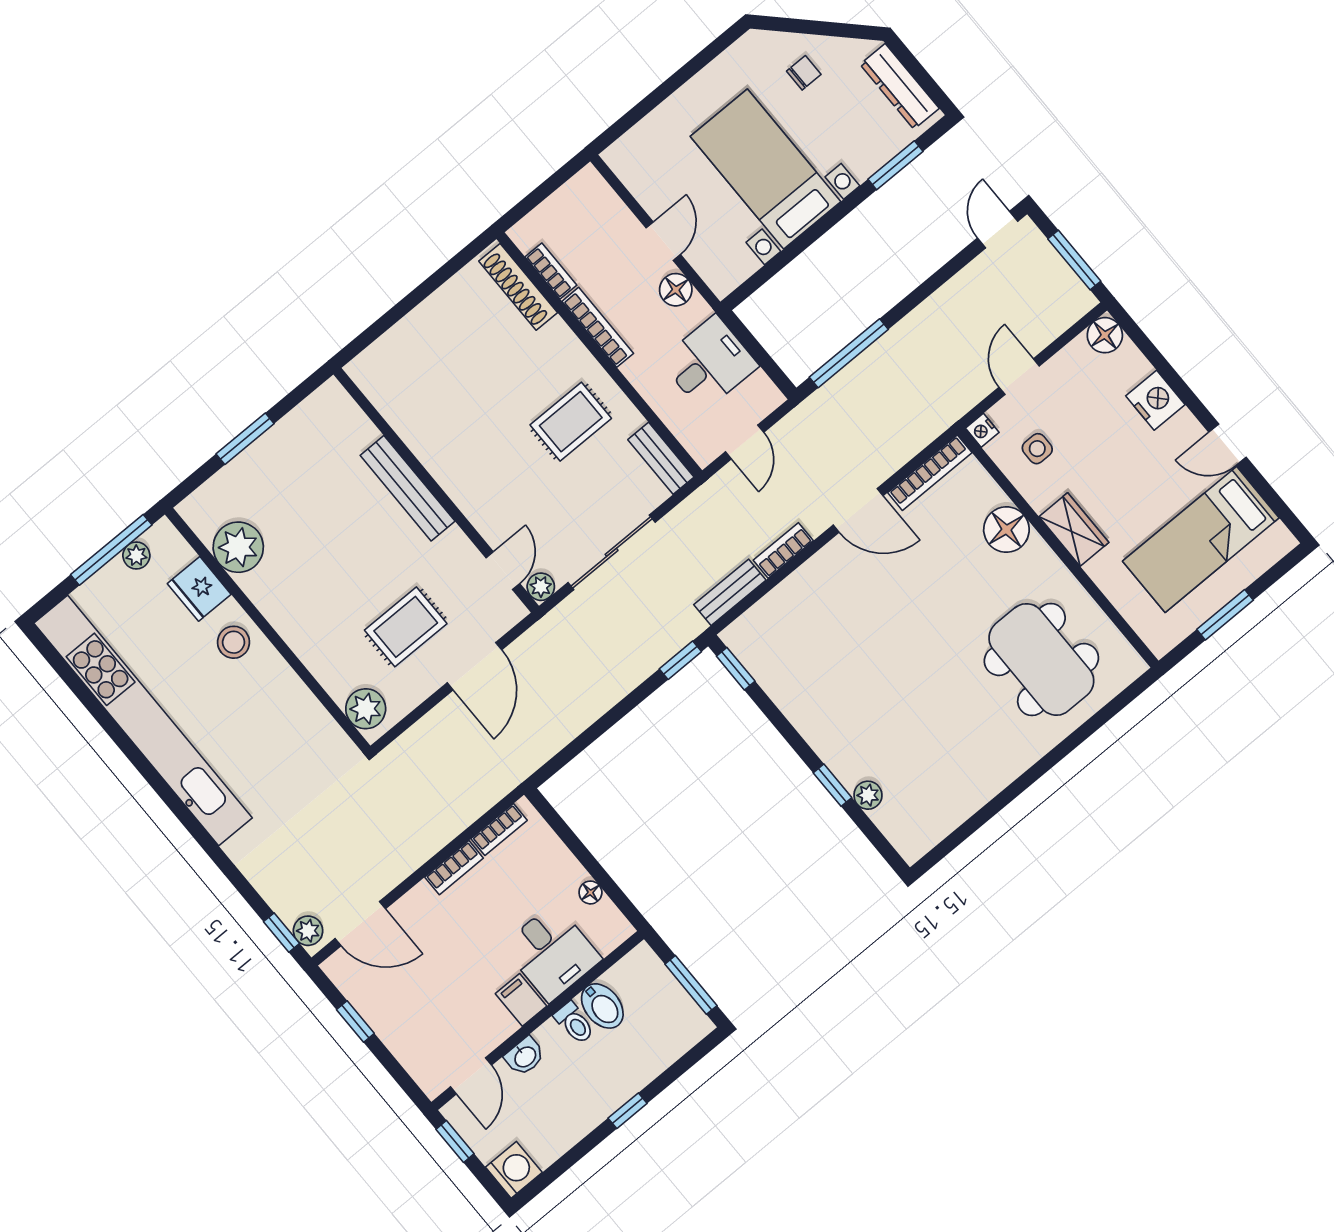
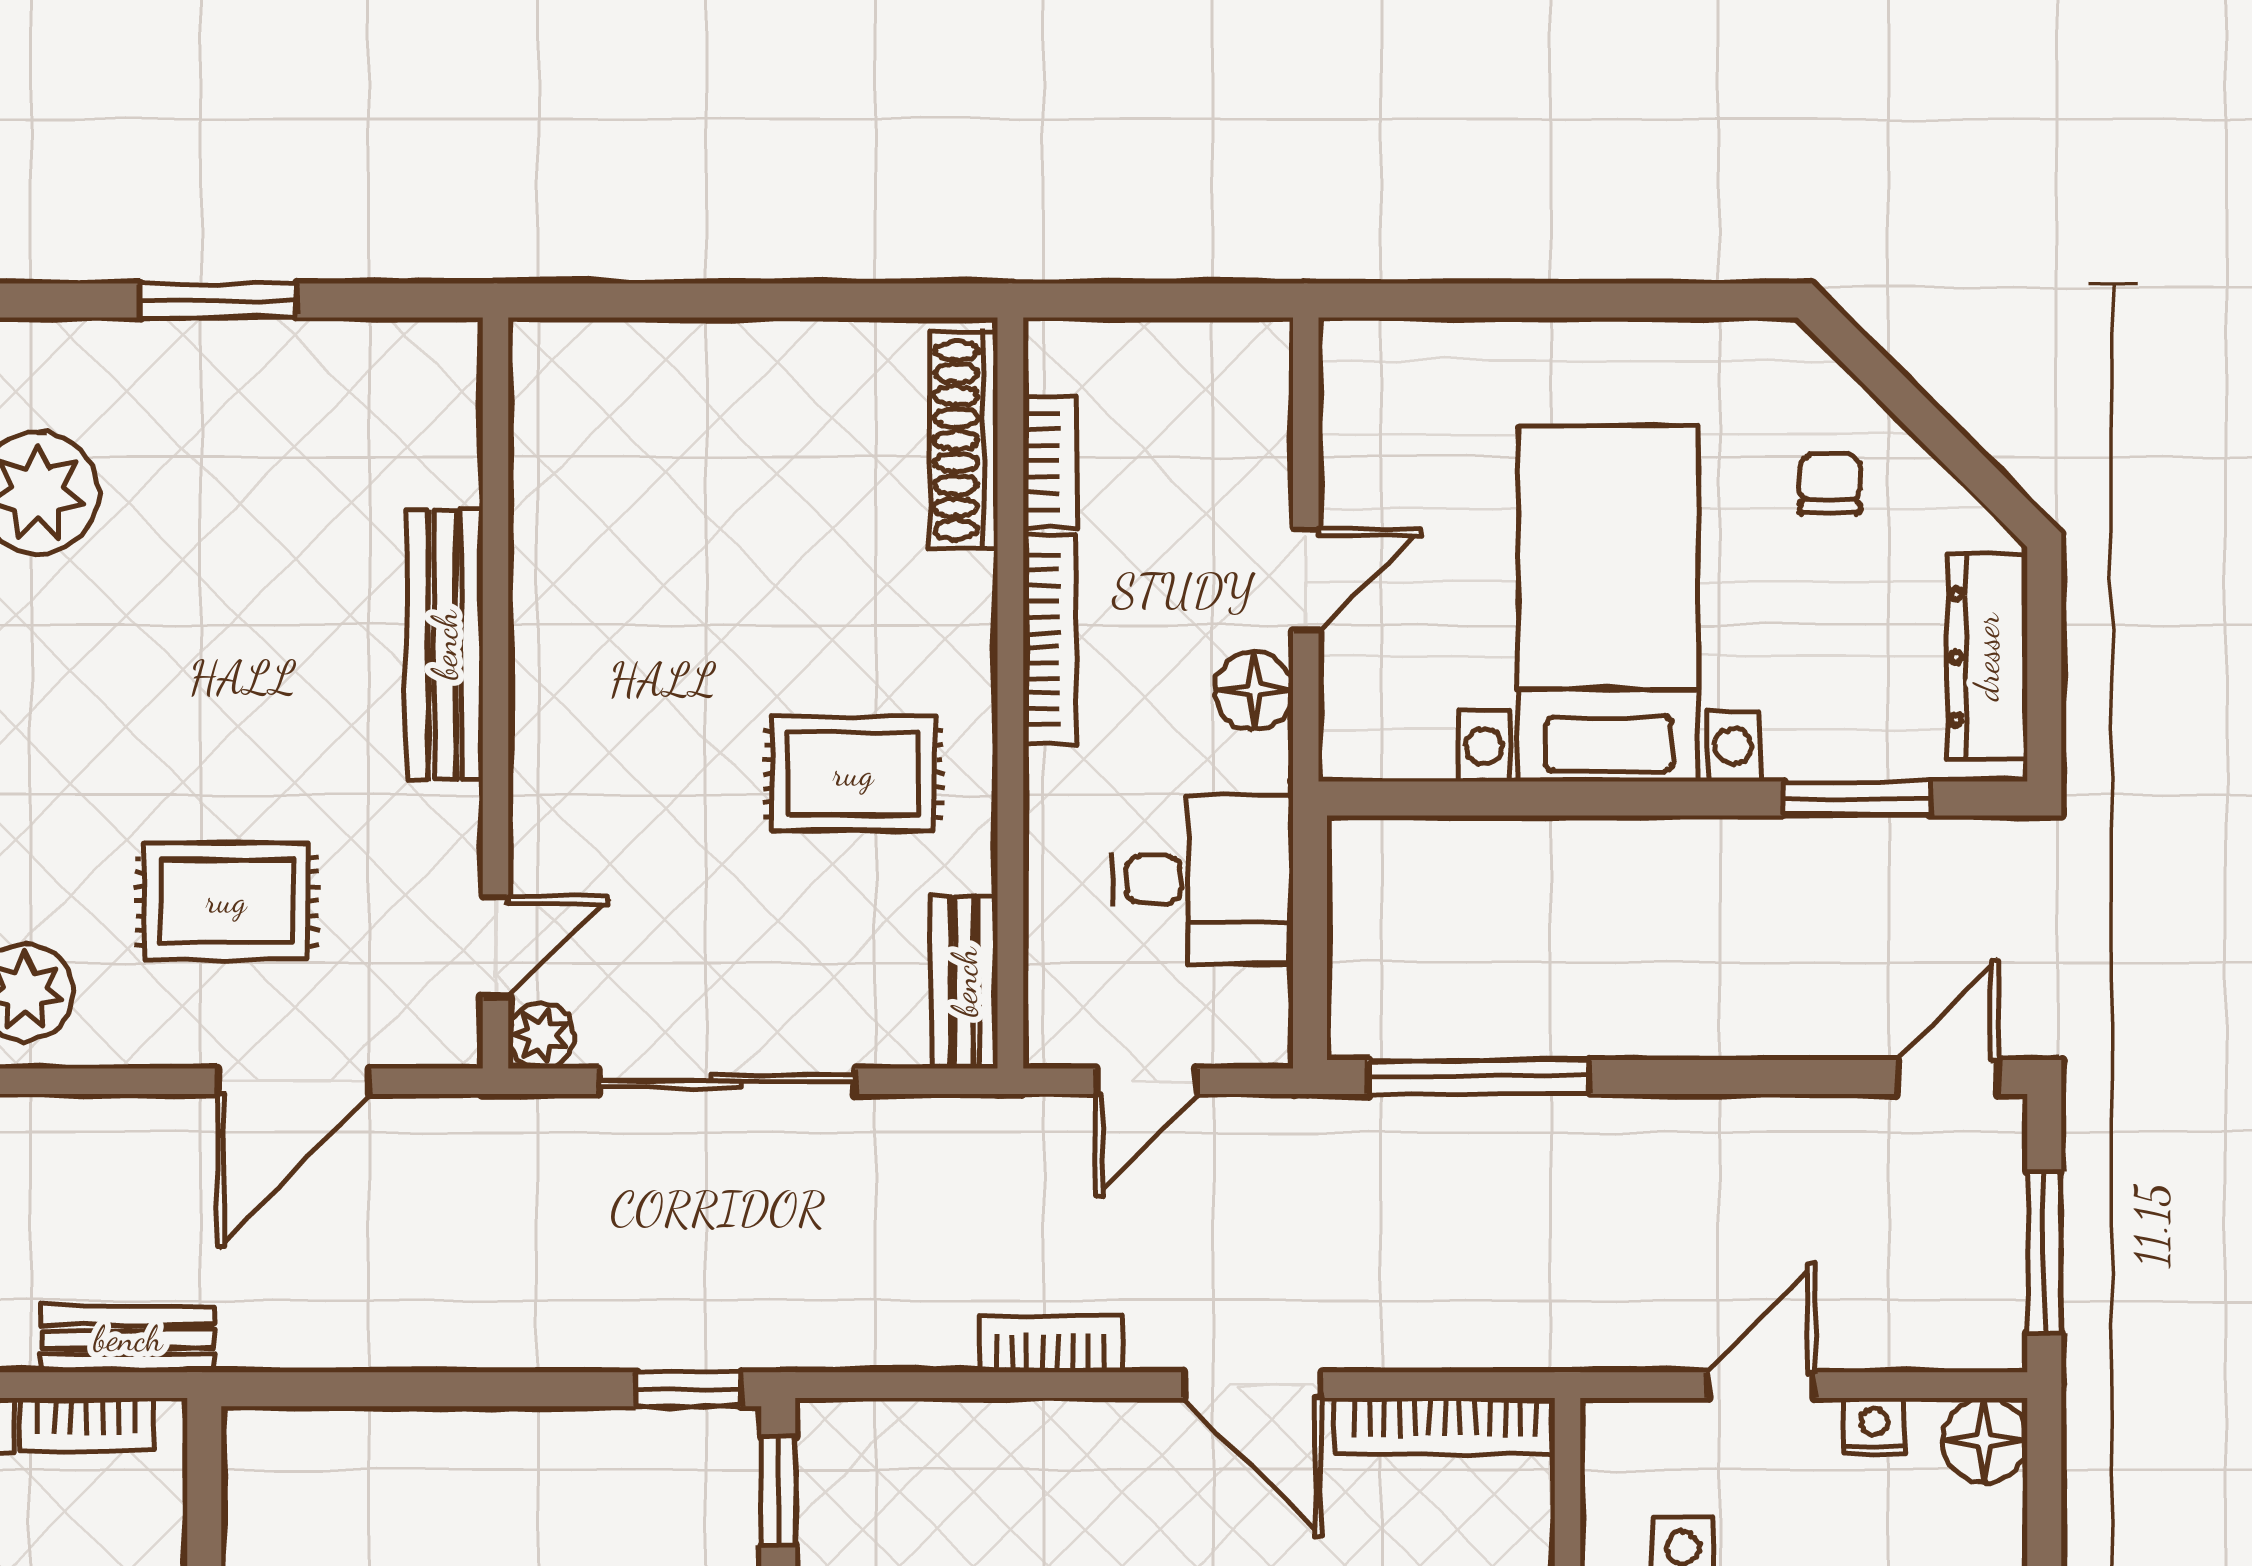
chair: (804, 73) -> (1829, 483), turned -90
nightstand: (982, 430) -> (1874, 1426), moved, turned 90
bench: (730, 592) -> (128, 1339), moved

